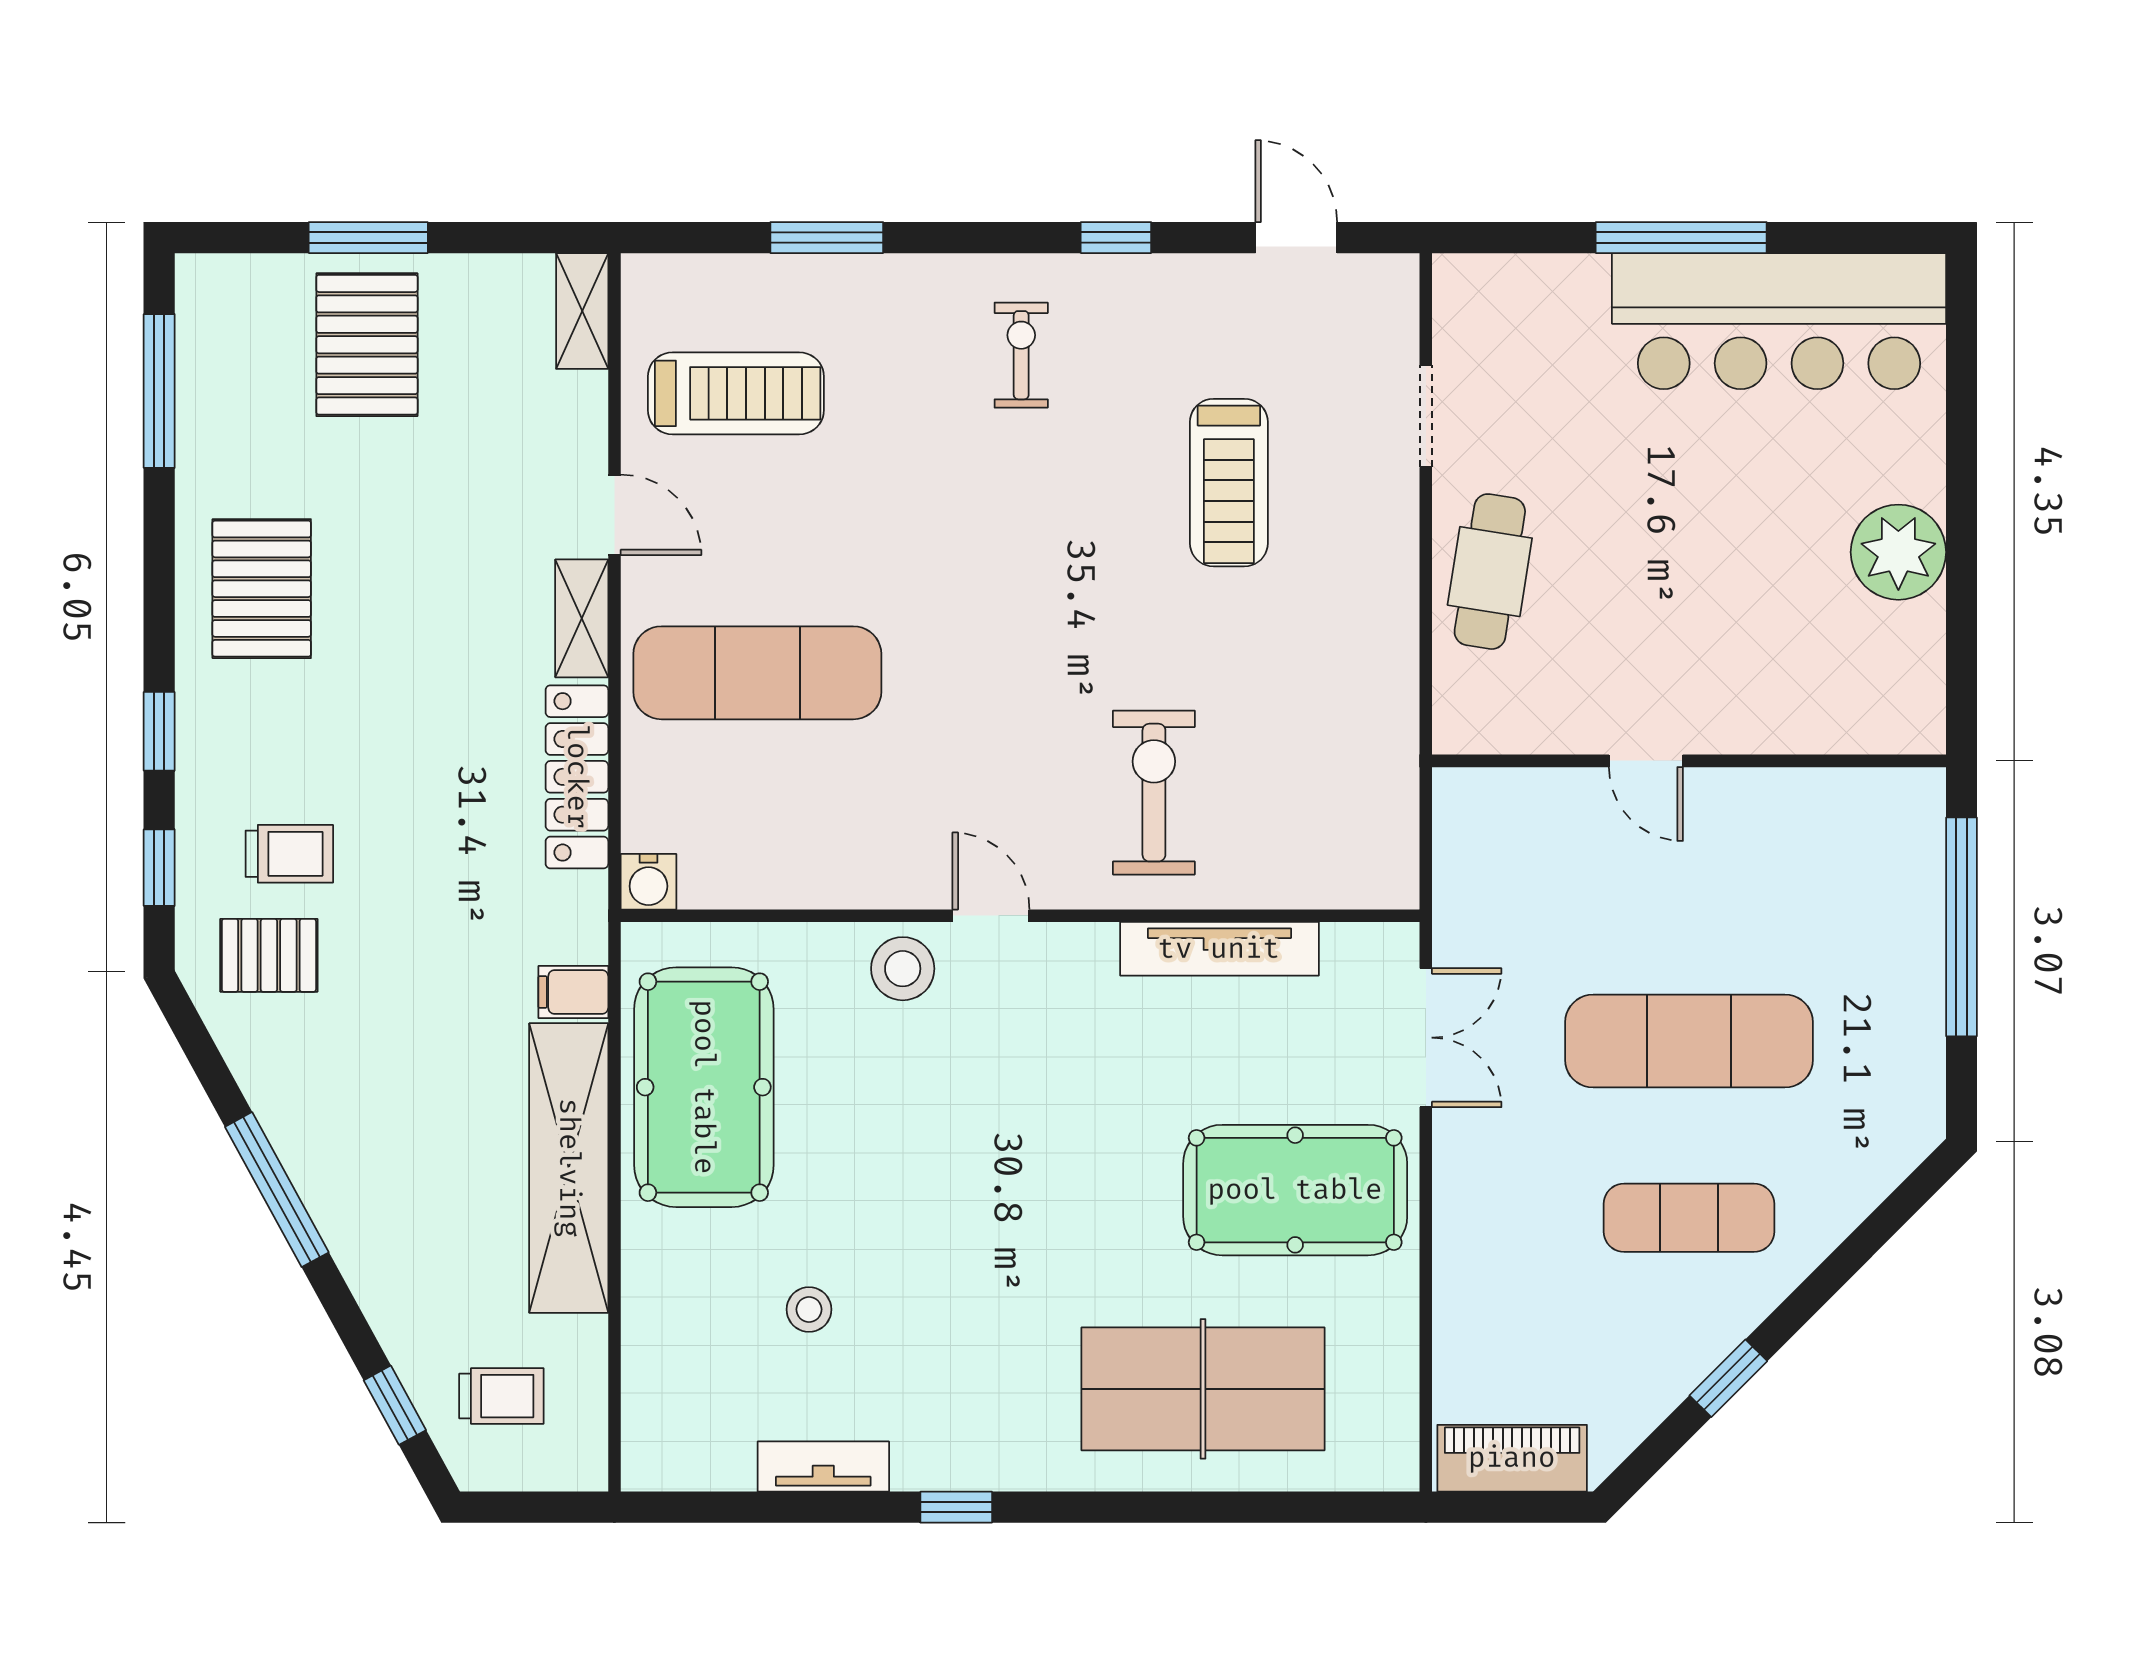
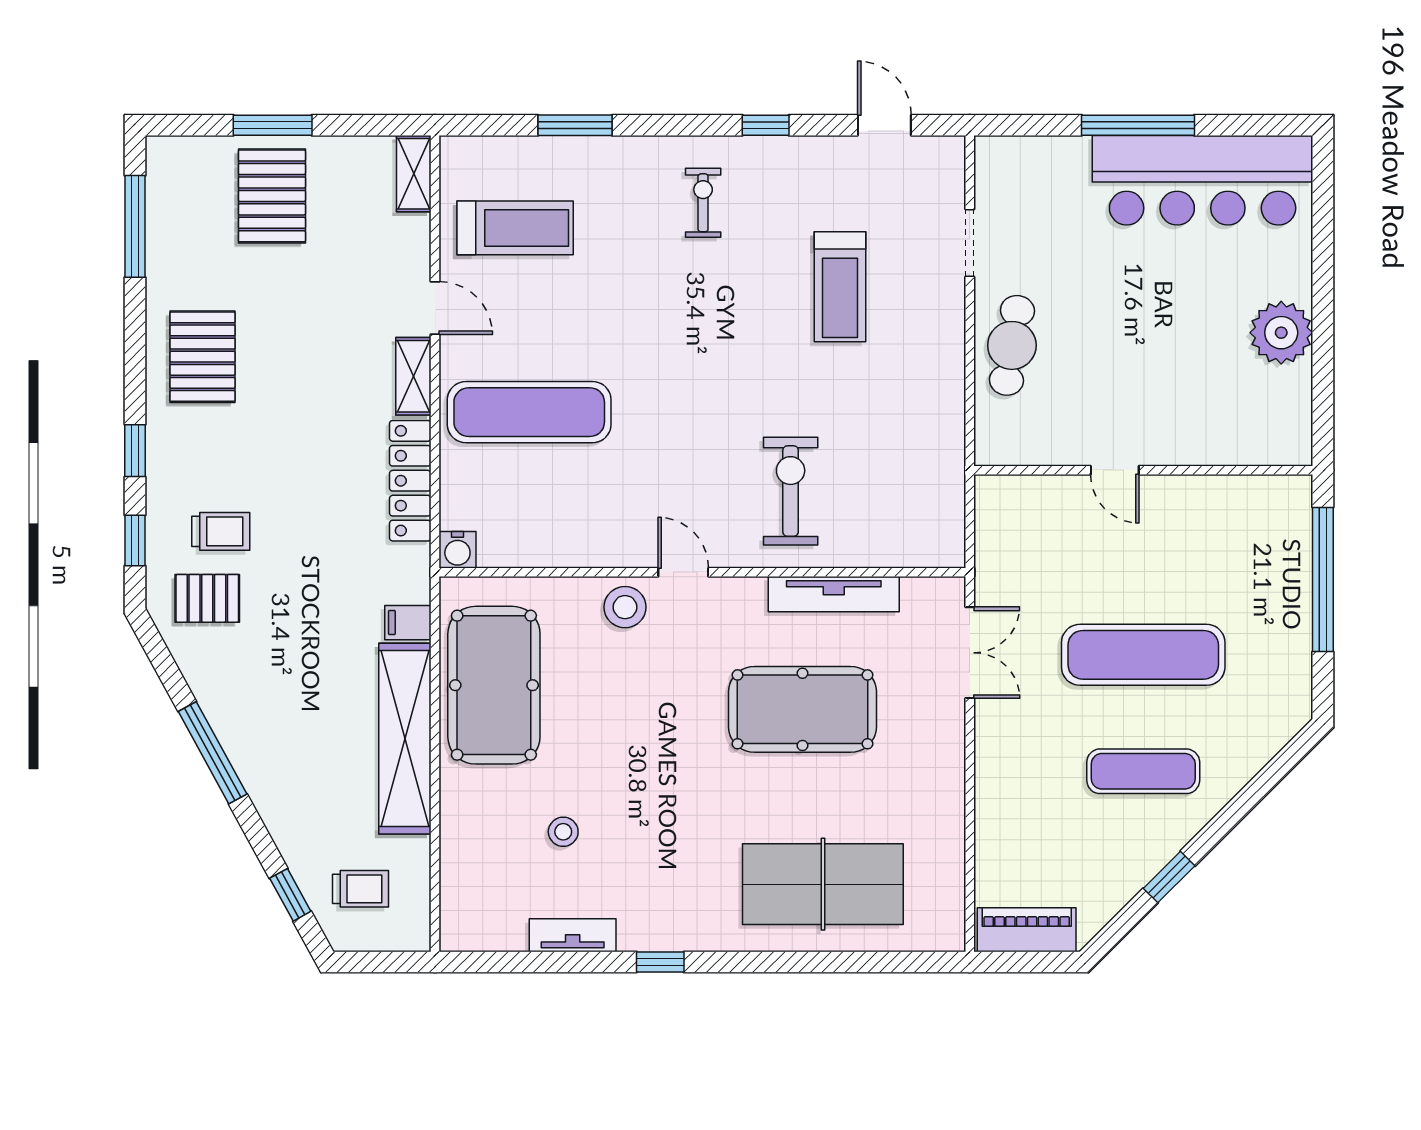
pool table: (1295, 1190) -> (803, 709), moved

